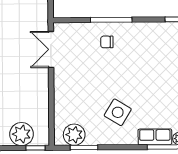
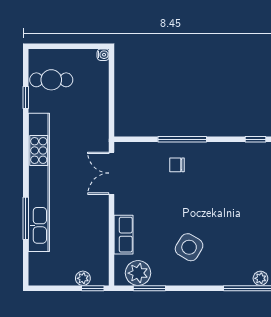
plant: (22, 134) -> (83, 278), width x0.53, depth x0.53
row of seats: (155, 137) -> (124, 235), moved, turned 90

